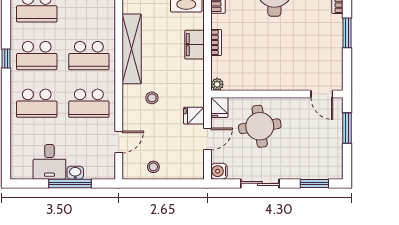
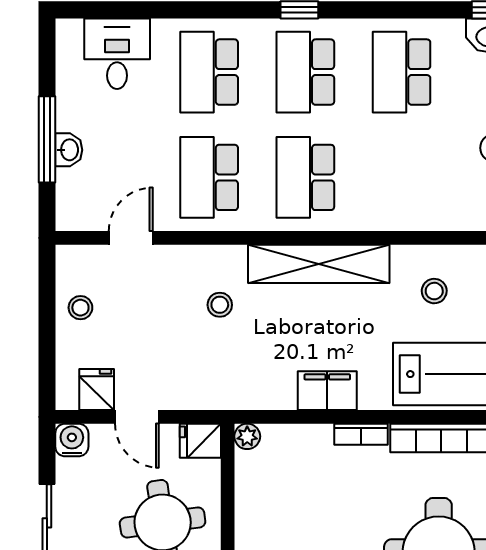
bookcase: (216, 42) -> (361, 434), moved
fridge: (194, 116) -> (97, 389), moved
door: (119, 142) -> (131, 238), swing flipped
desk: (49, 162) -> (117, 54), moved, turned 90

